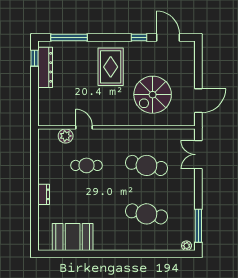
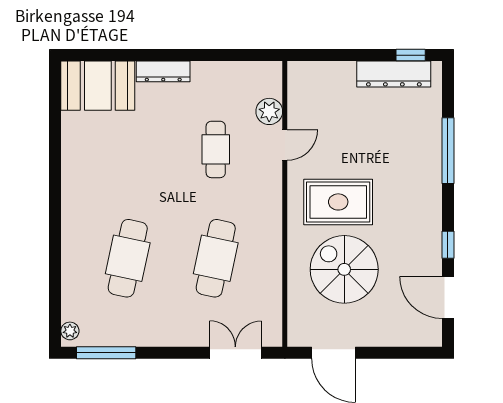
window: (69, 38) -> (448, 151), moved
door: (168, 38) -> (448, 297), swing flipped
rug: (111, 67) -> (338, 202), moved
dresser: (44, 194) -> (163, 71), width x1.44
booth: (73, 237) -> (98, 86), moved, turned 90

